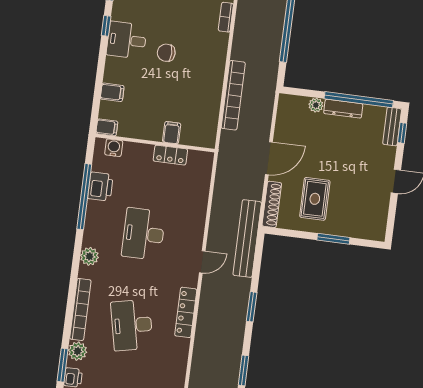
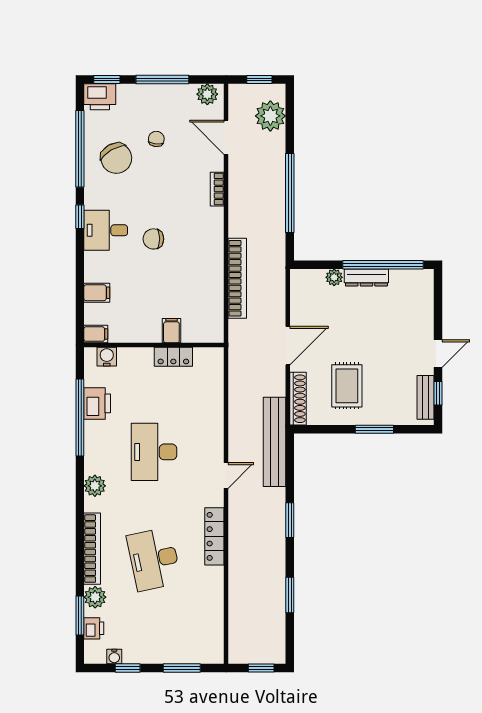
bench: (392, 126) -> (425, 397), moved
window: (402, 133) -> (438, 393), moved

